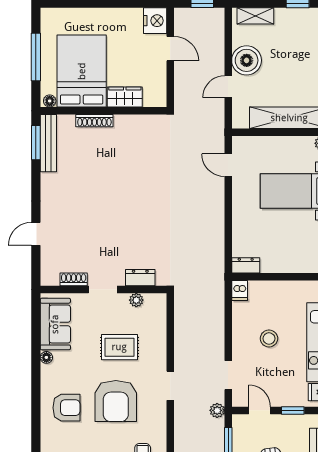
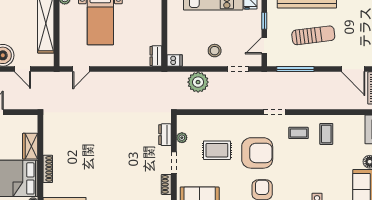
stool: (269, 338) -> (215, 51), moved
rug: (119, 347) -> (217, 150), turned 90
doorway: (170, 386) -> (275, 112), moved
plant: (217, 410) -> (198, 82), moved, width x1.88, depth x1.88

